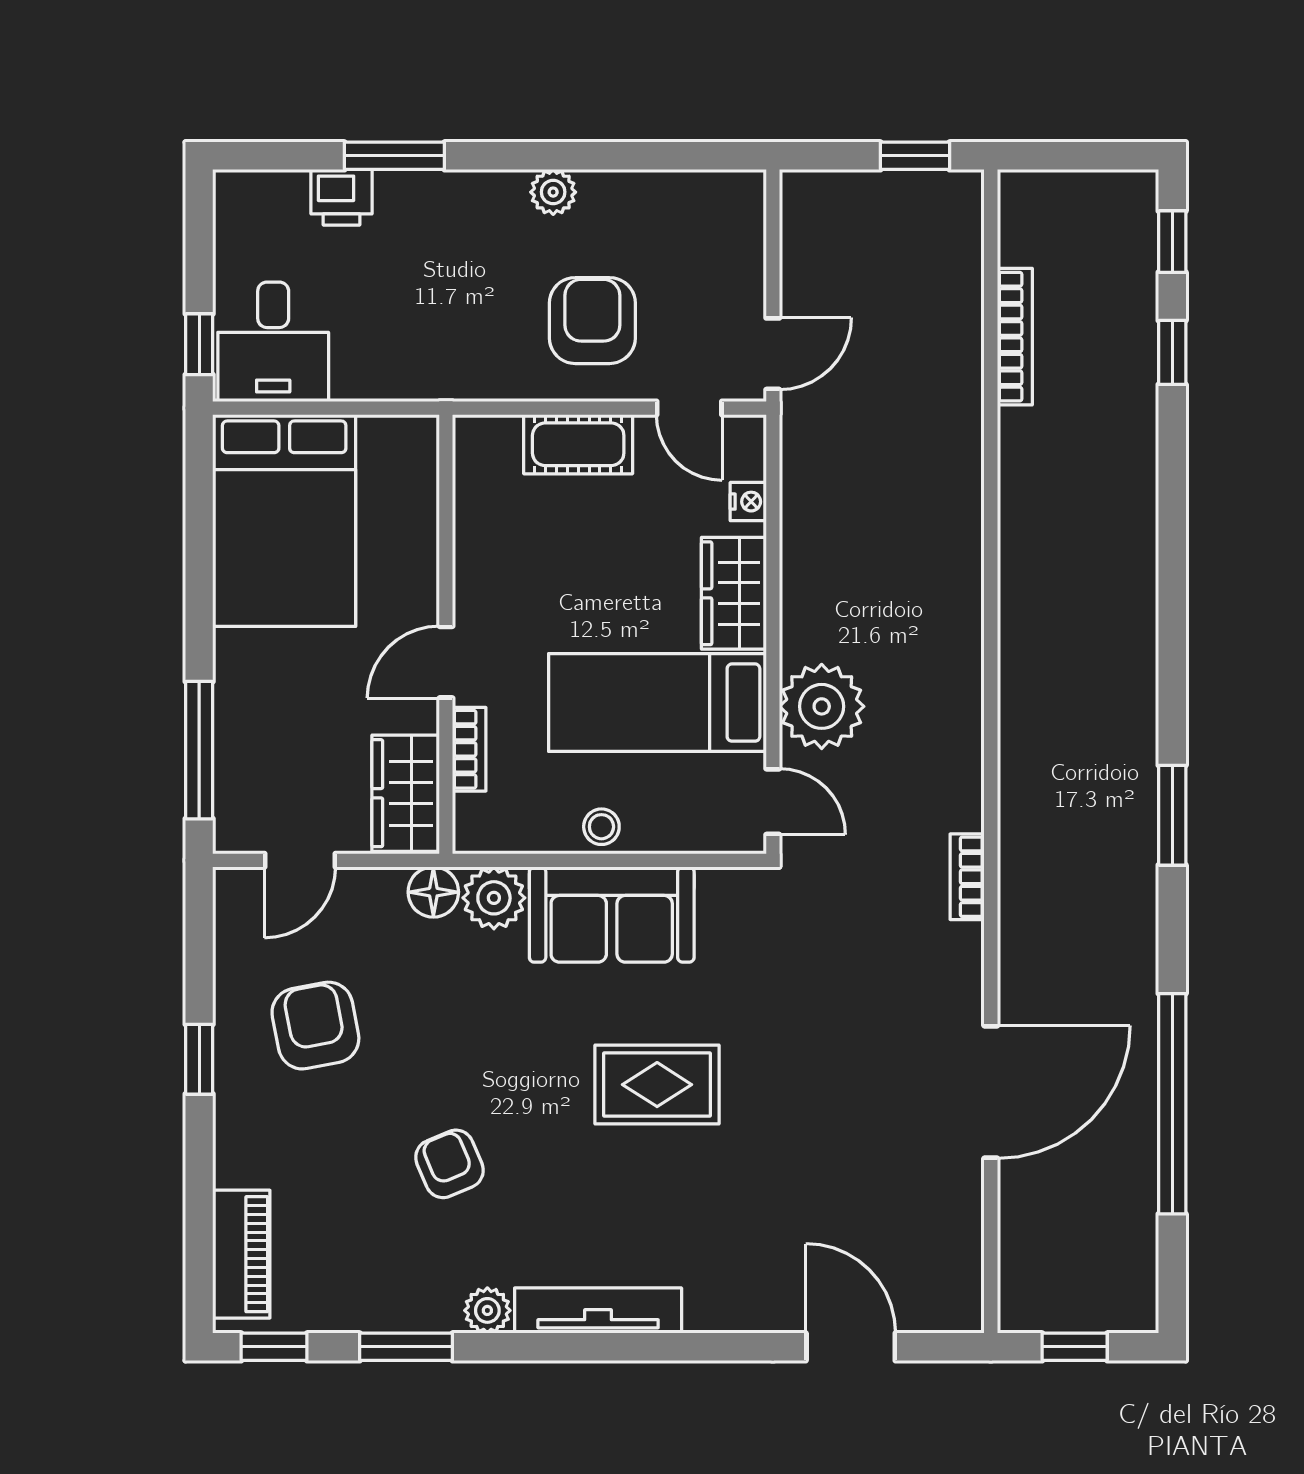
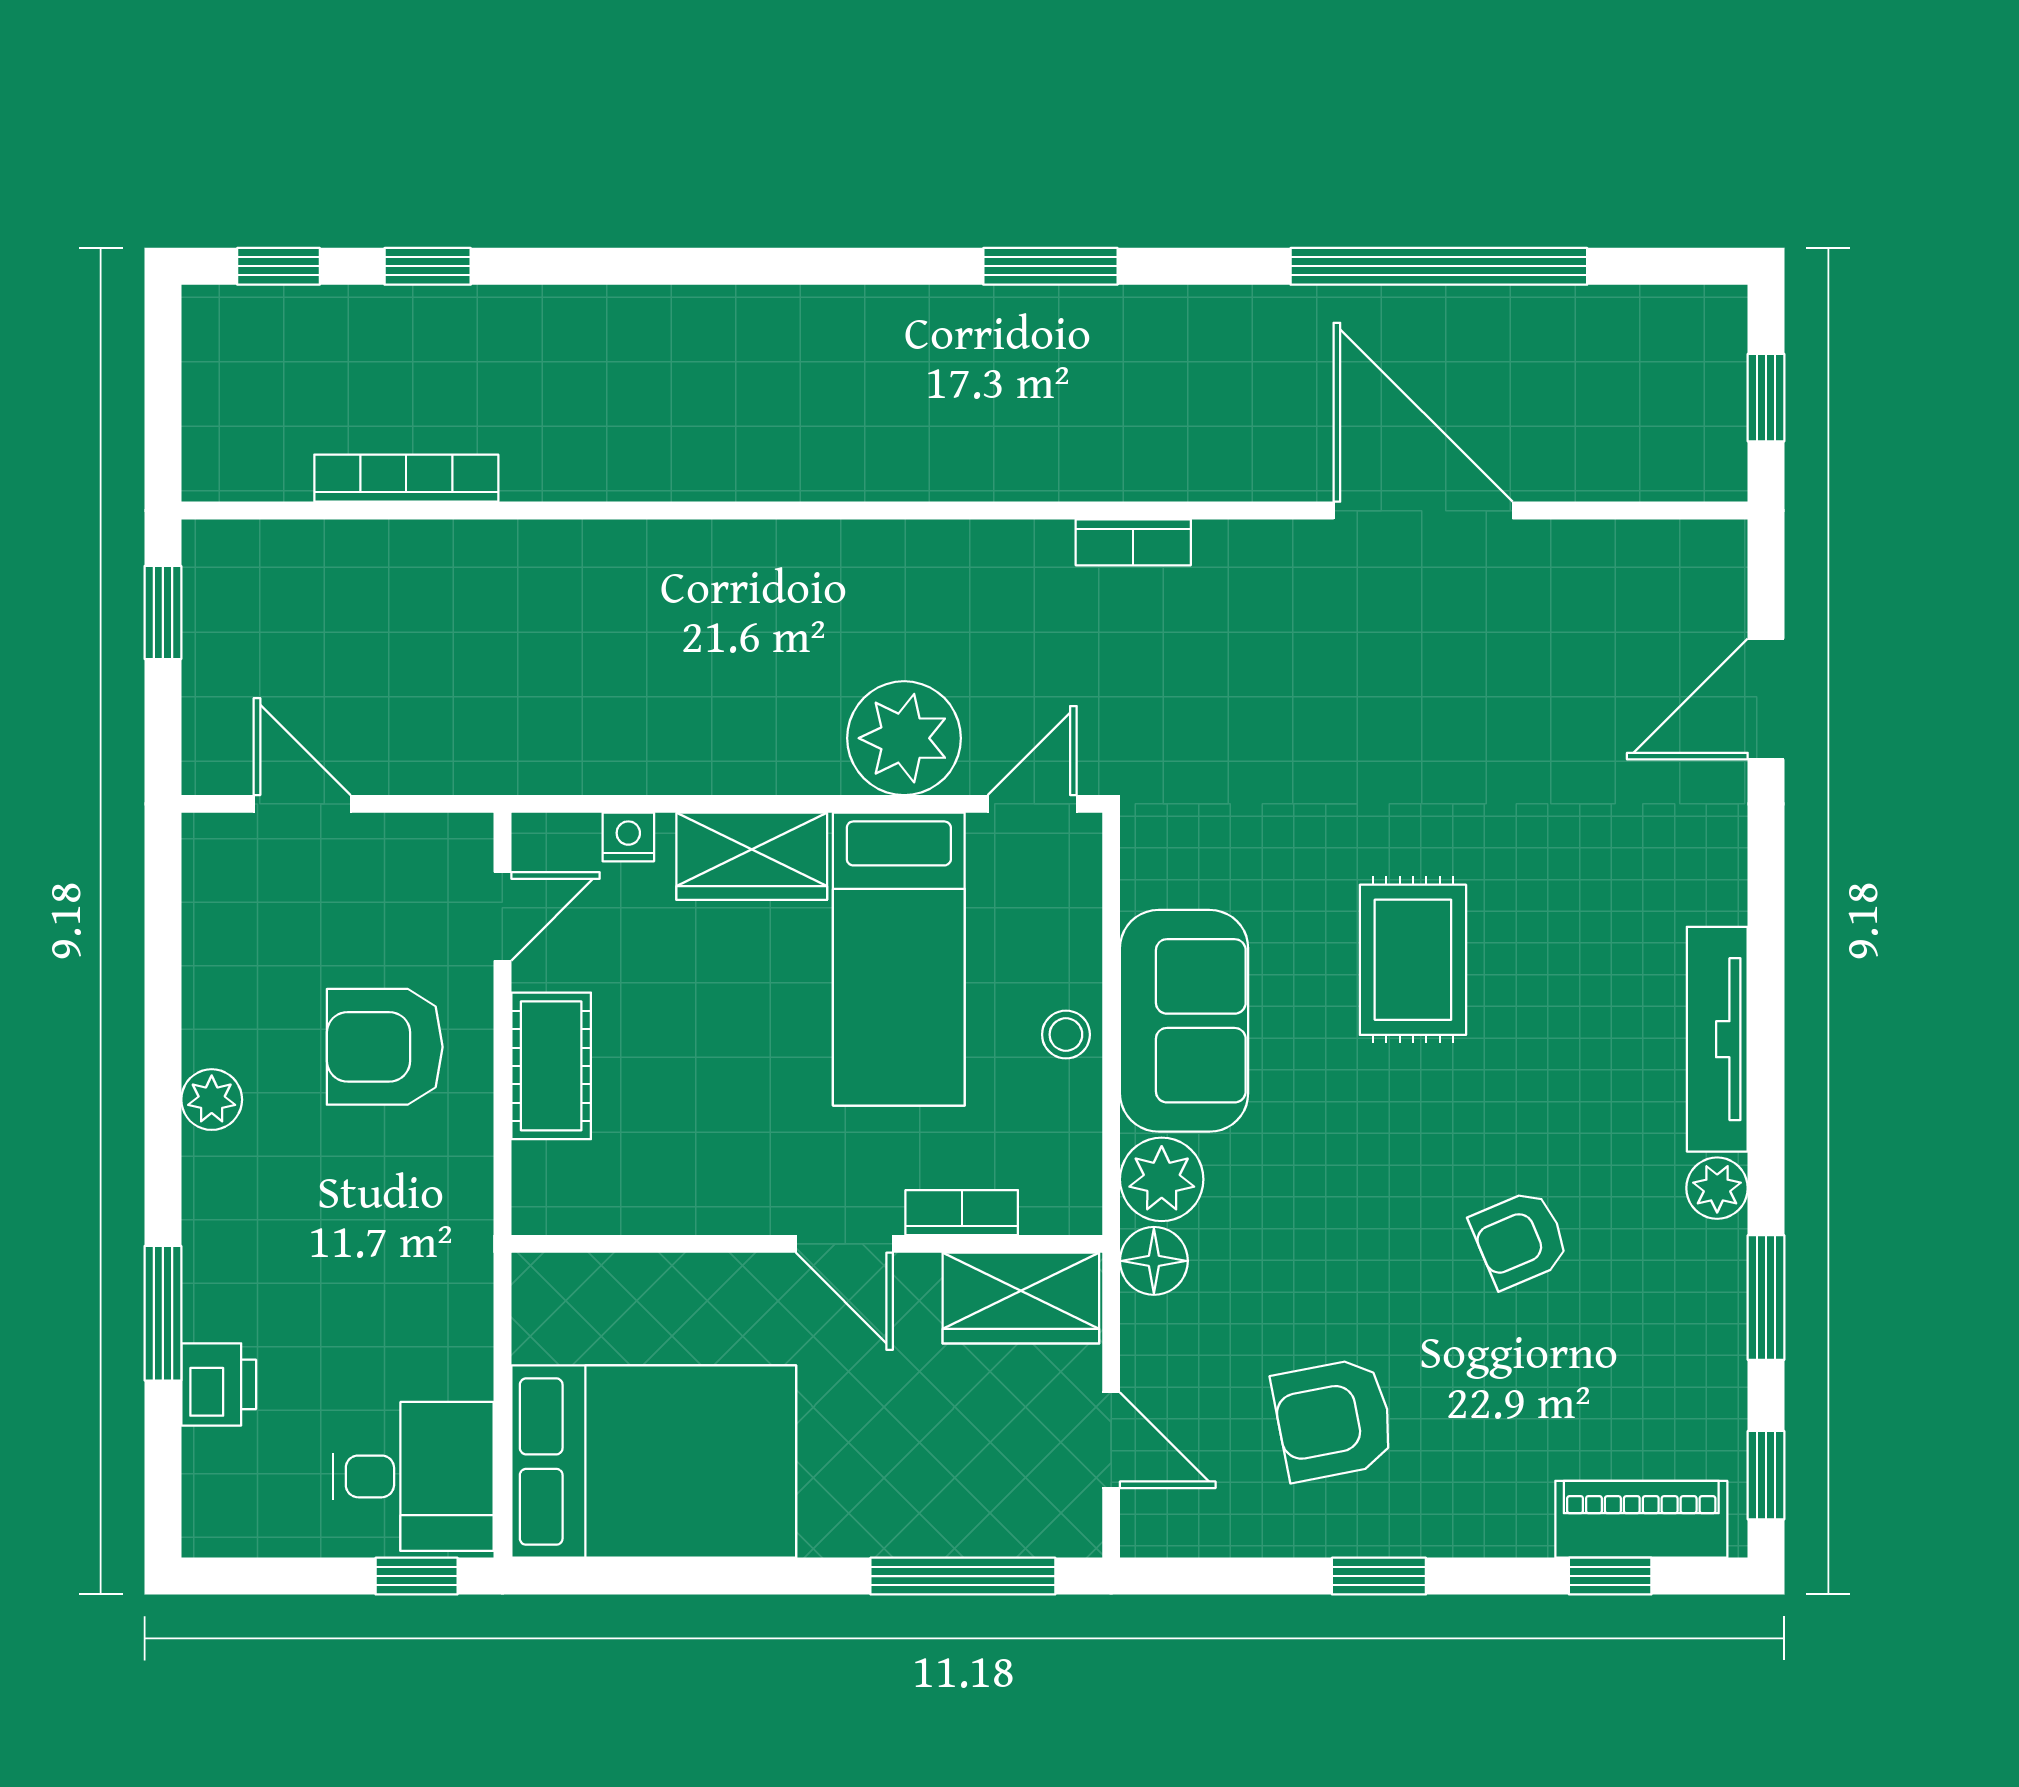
door: (773, 354) -> (302, 804), moved
window: (199, 1231) -> (1610, 1576), added

